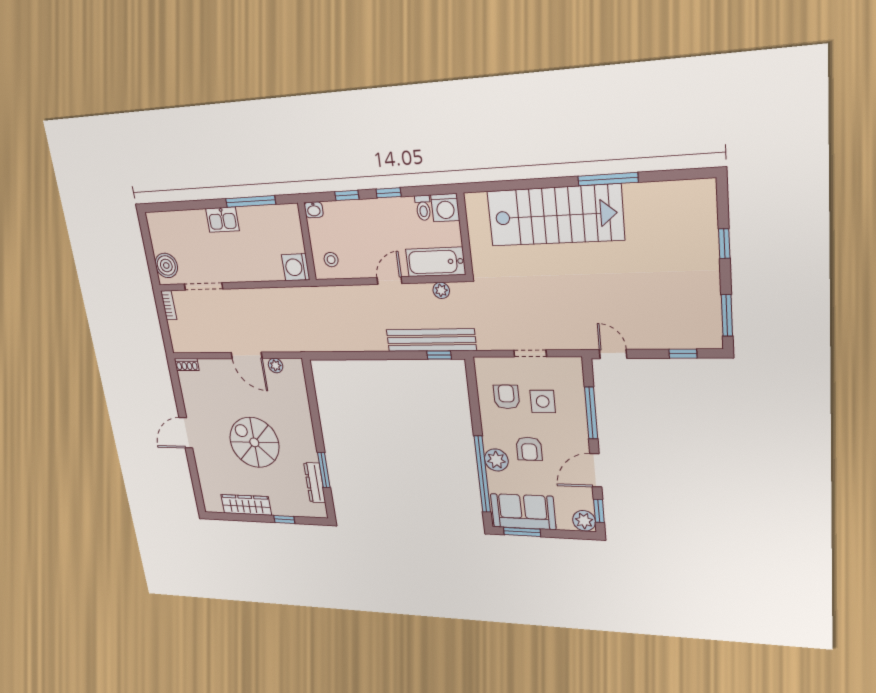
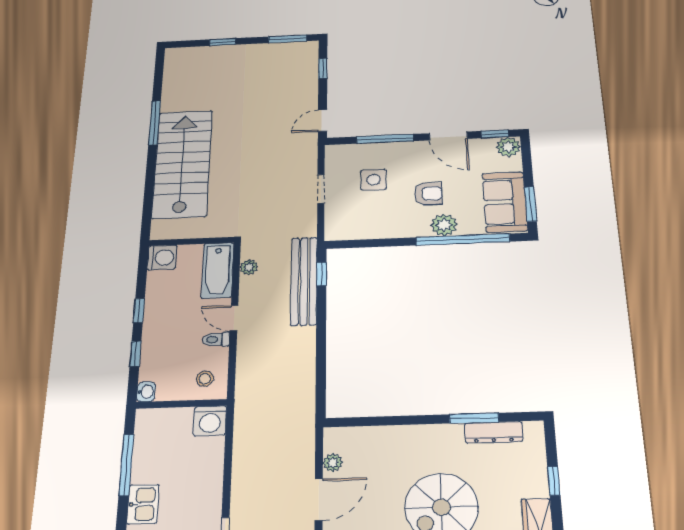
toilet: (423, 208) -> (216, 339), moved, turned 180
armchair: (506, 397) -> (369, 212), removed

